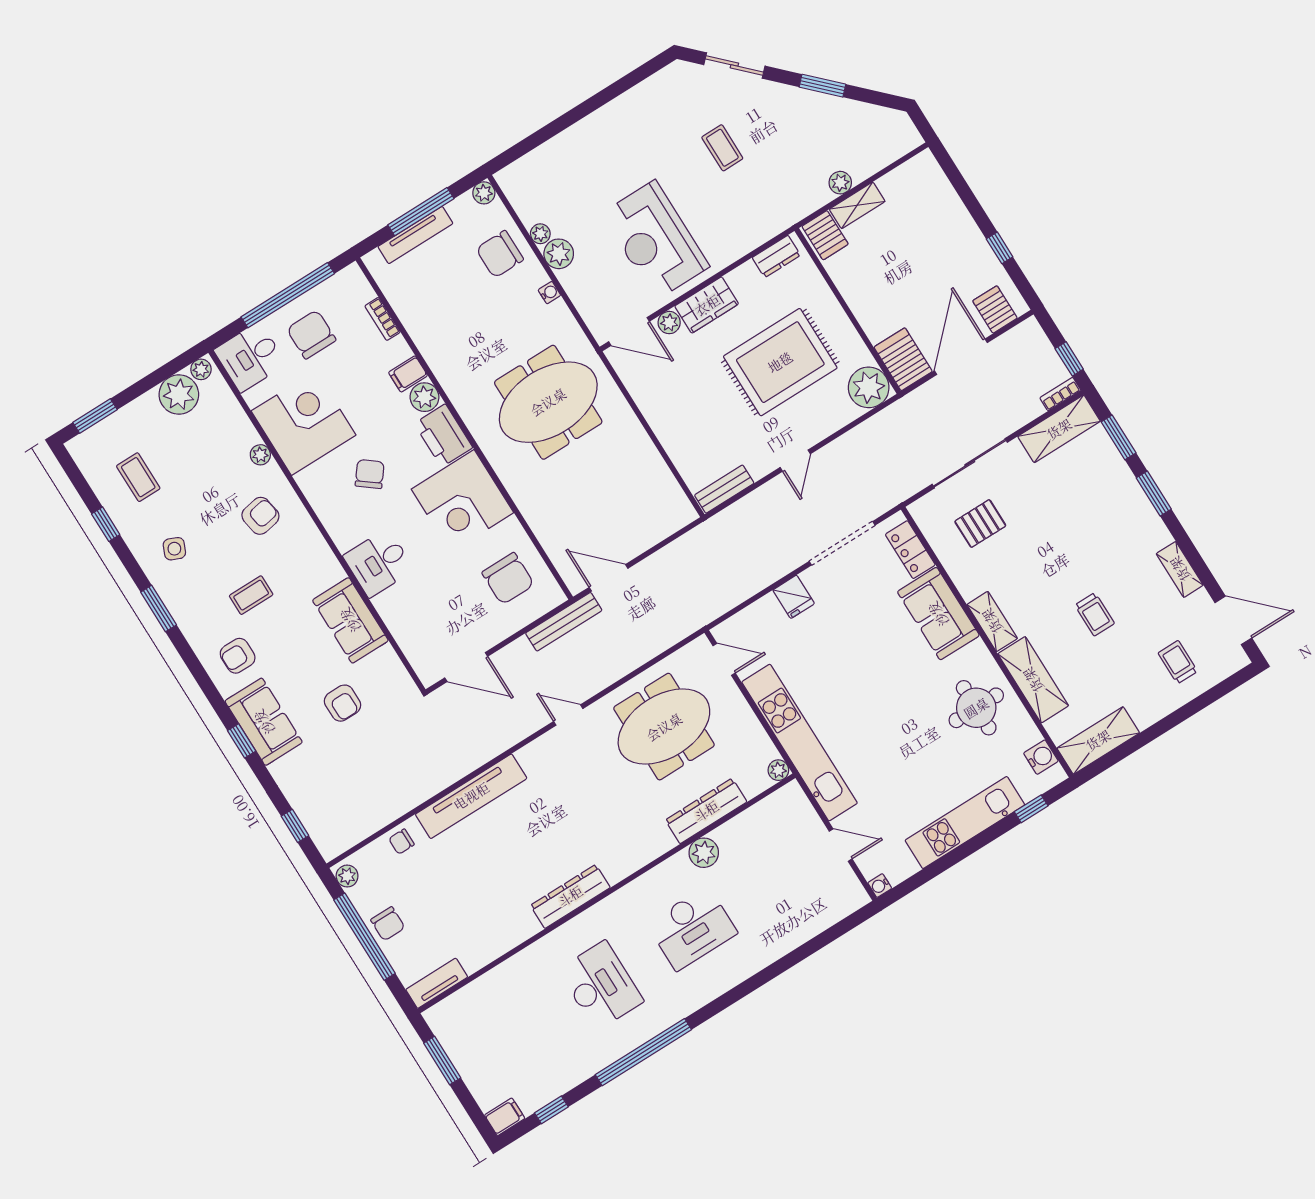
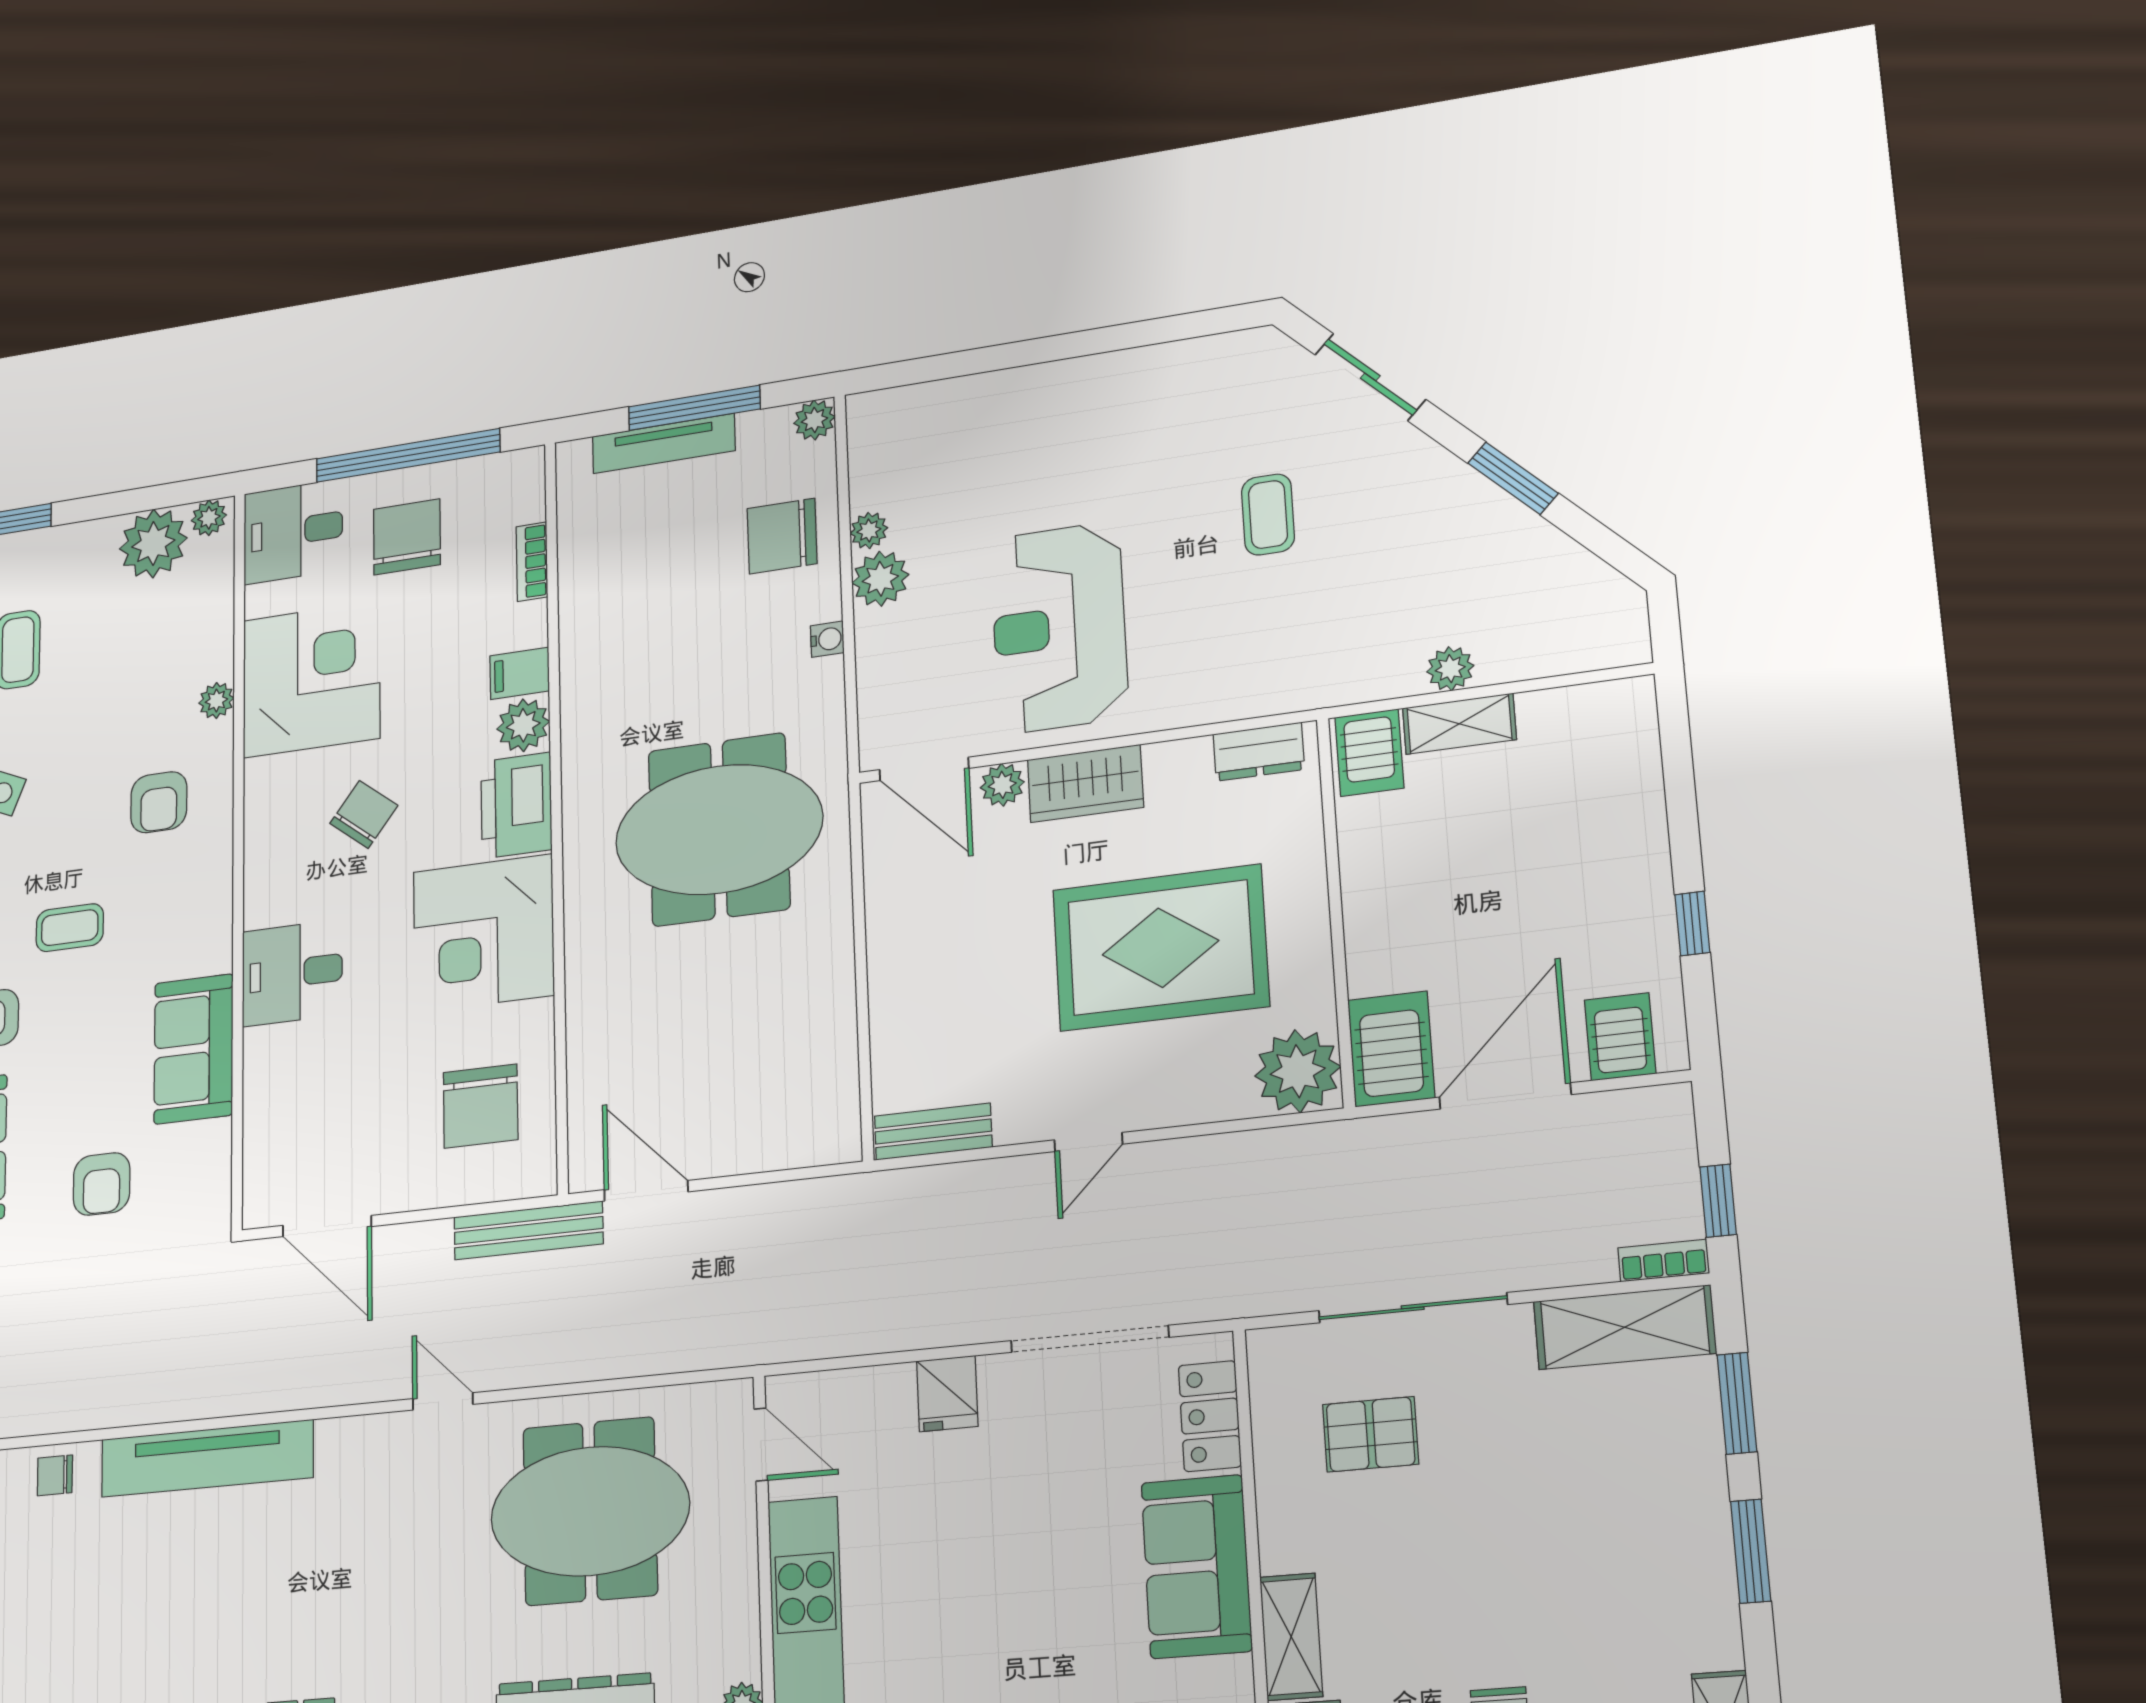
armchair: (260, 516) -> (159, 802), turned 100

